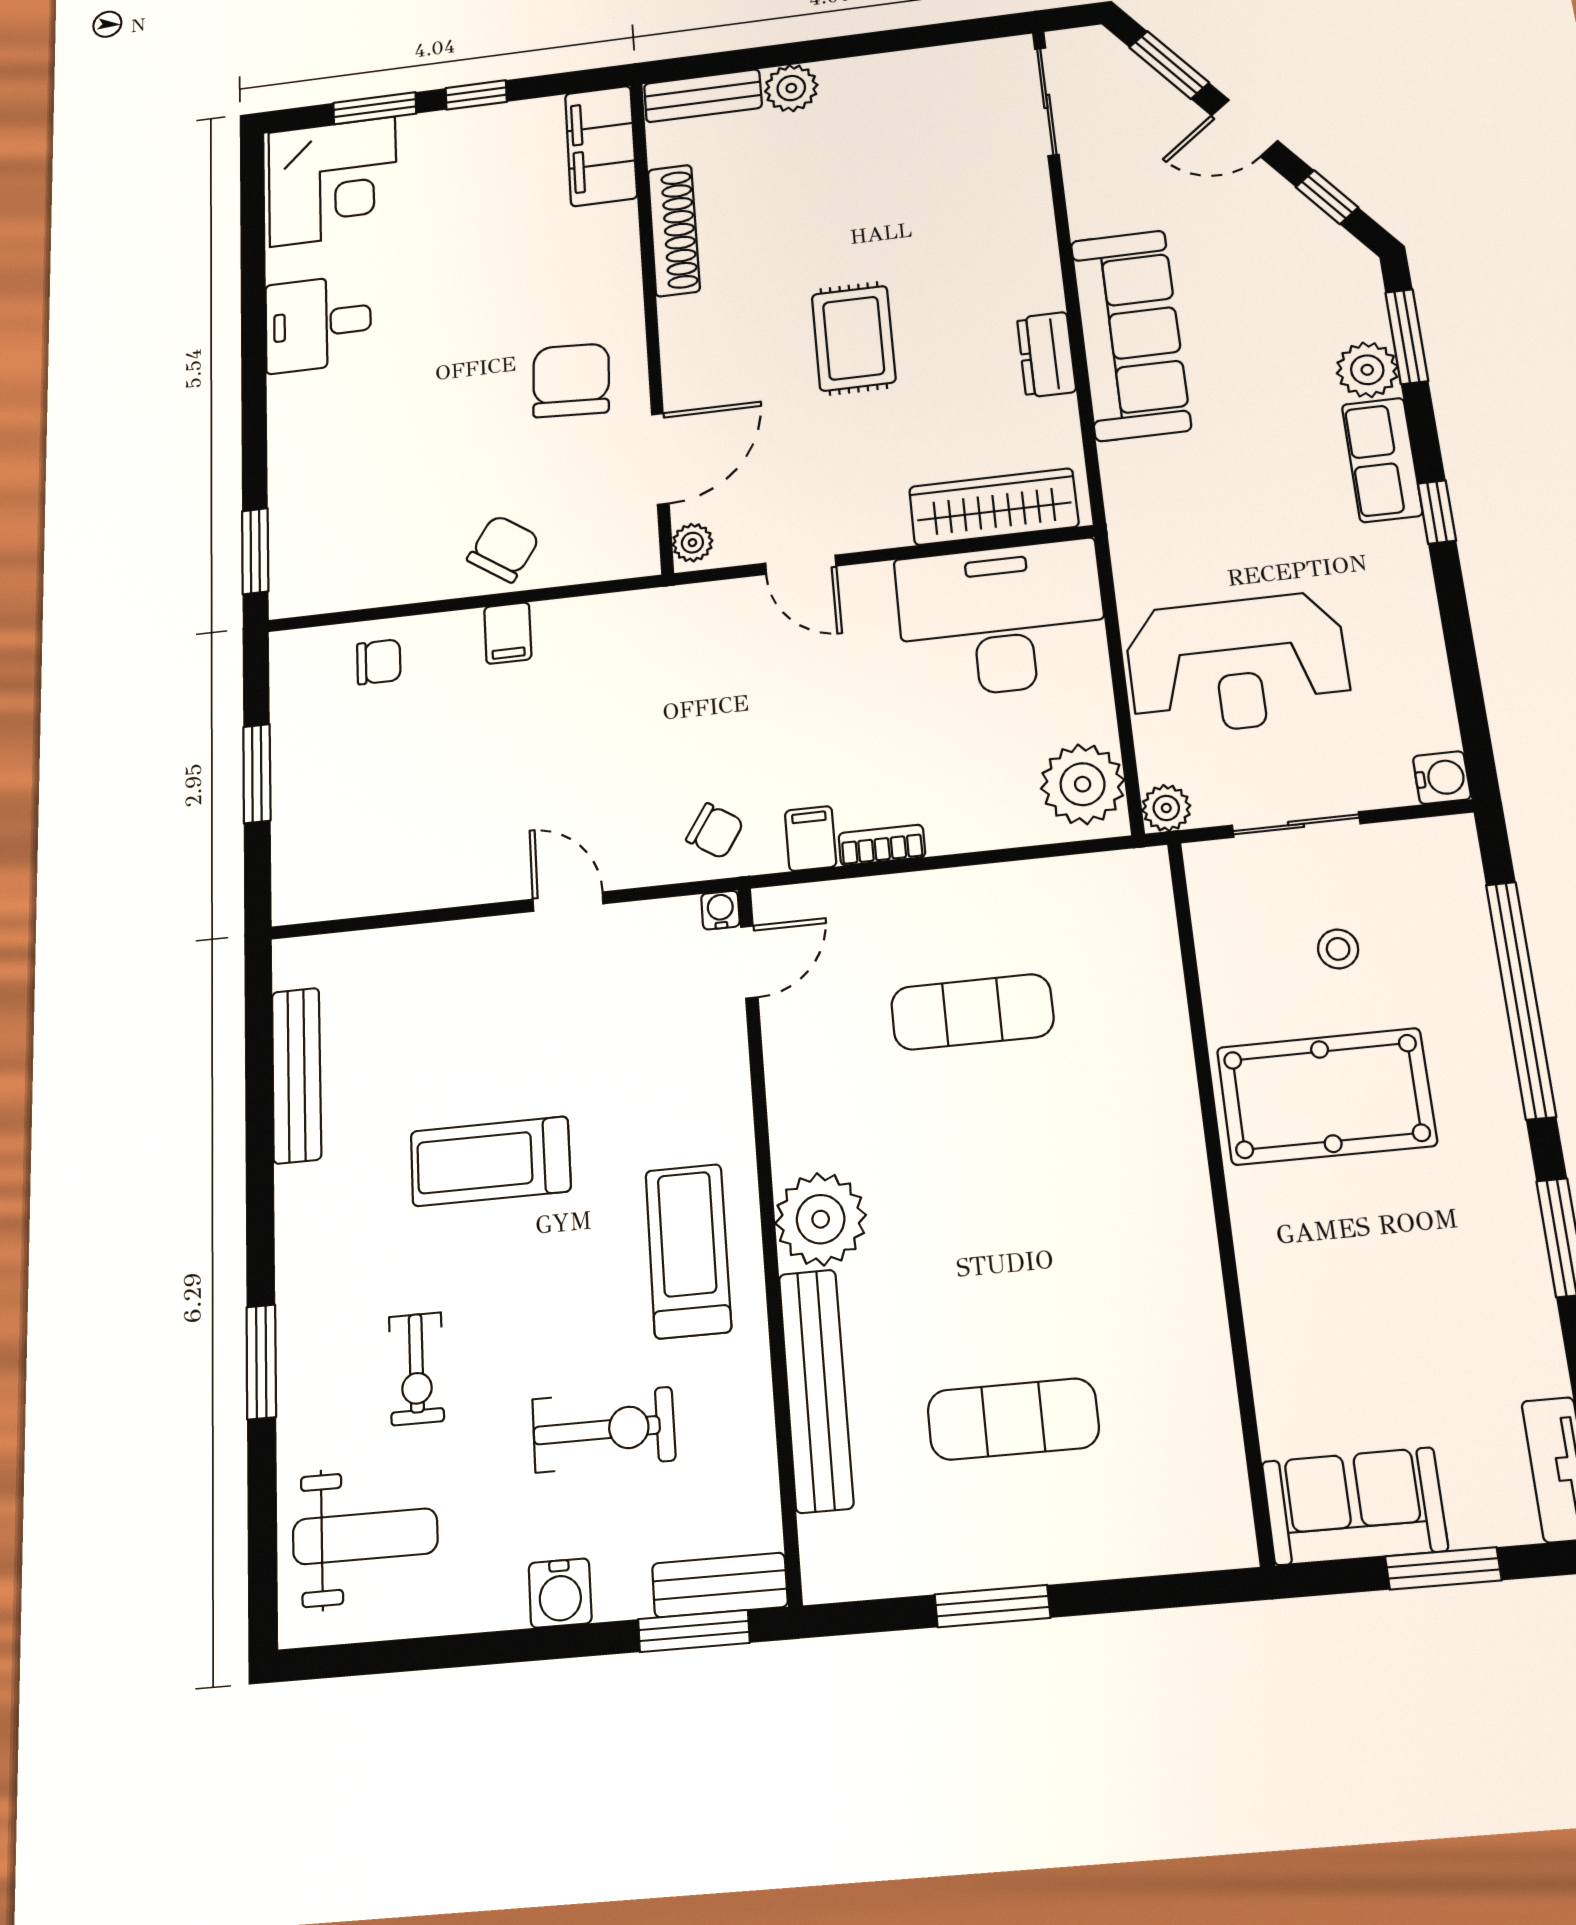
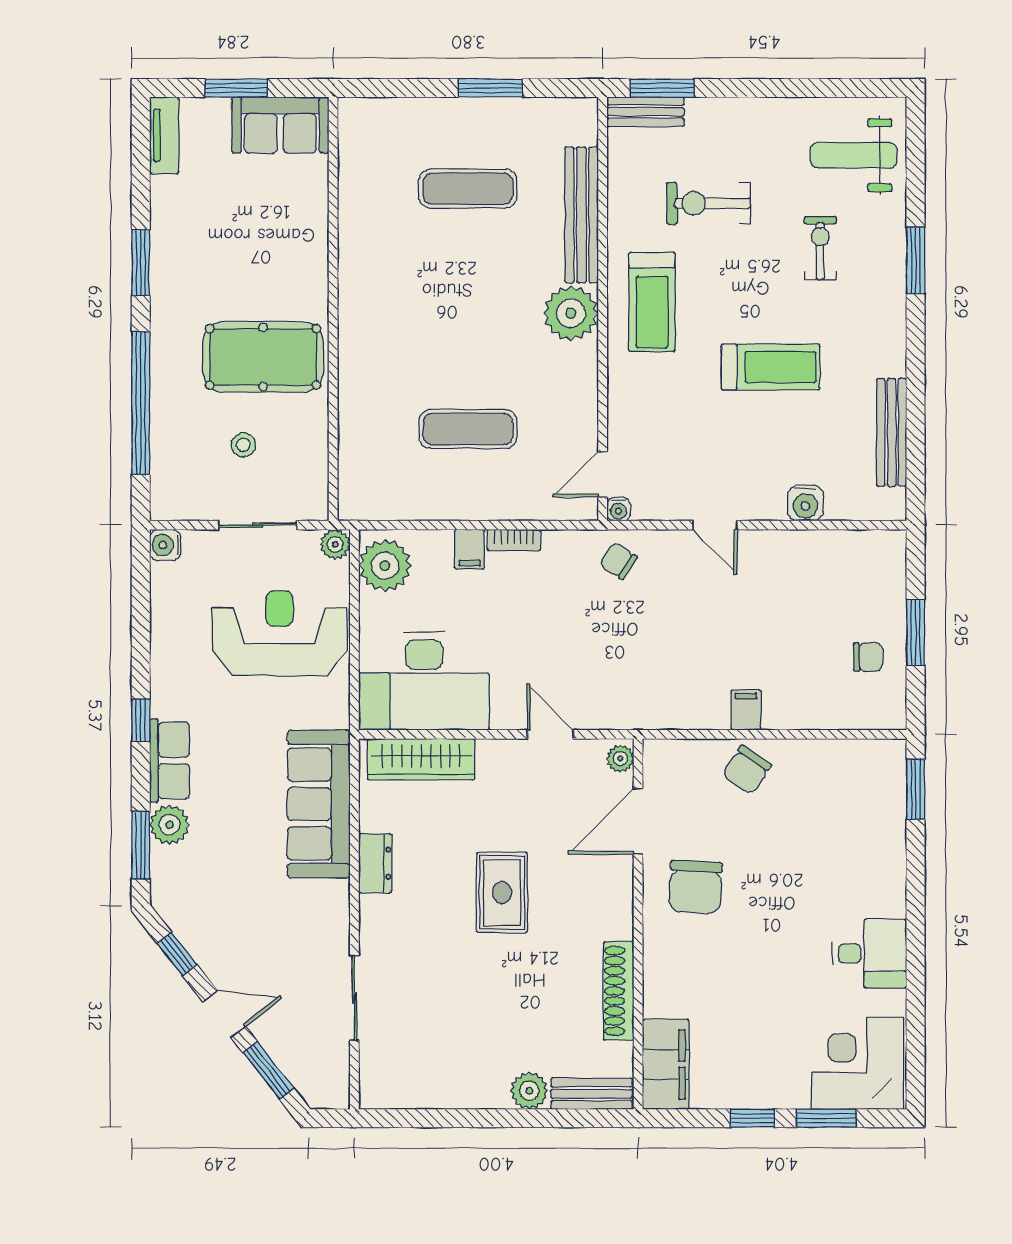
sliding door: (1047, 101) -> (354, 998), moved
sofa: (1130, 335) -> (319, 804), moved
chair: (379, 662) -> (868, 657), moved, turned 180
filing cabinet: (811, 839) -> (470, 549), moved
water cooler: (560, 1593) -> (805, 503), moved, turned 180

